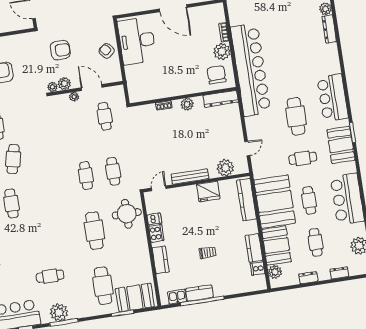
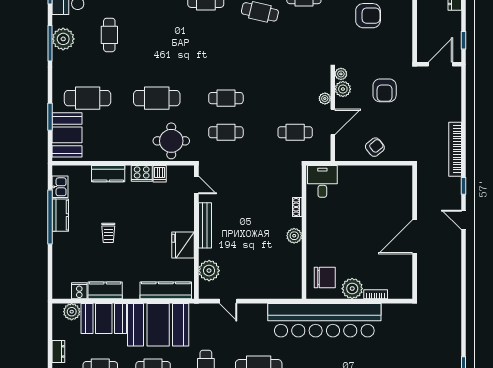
desk: (137, 41) -> (322, 181), moved, width x0.53, depth x0.77
dresser: (221, 99) -> (294, 278), removed

